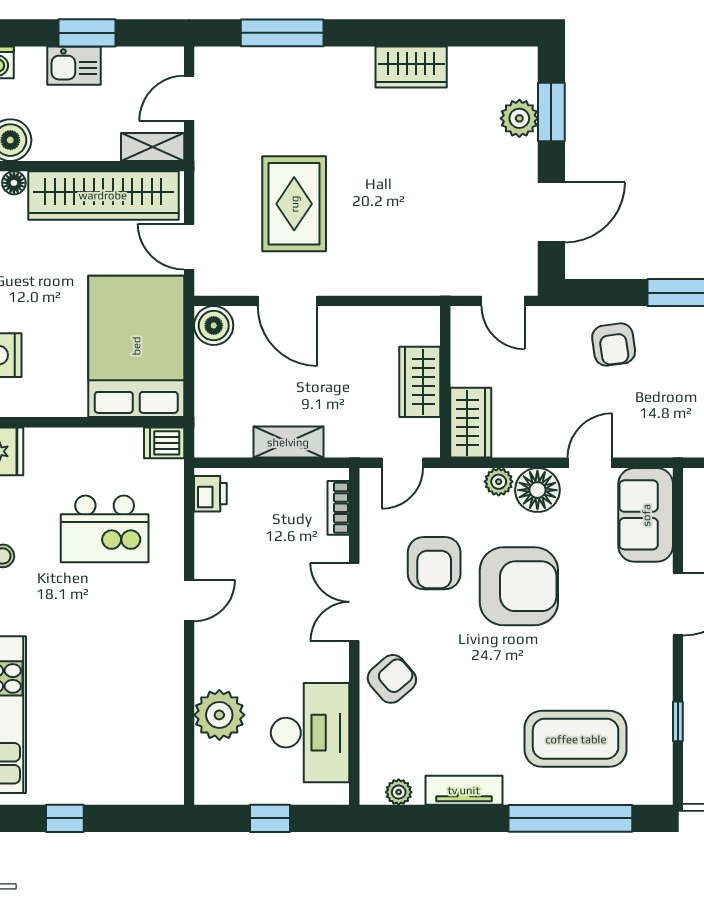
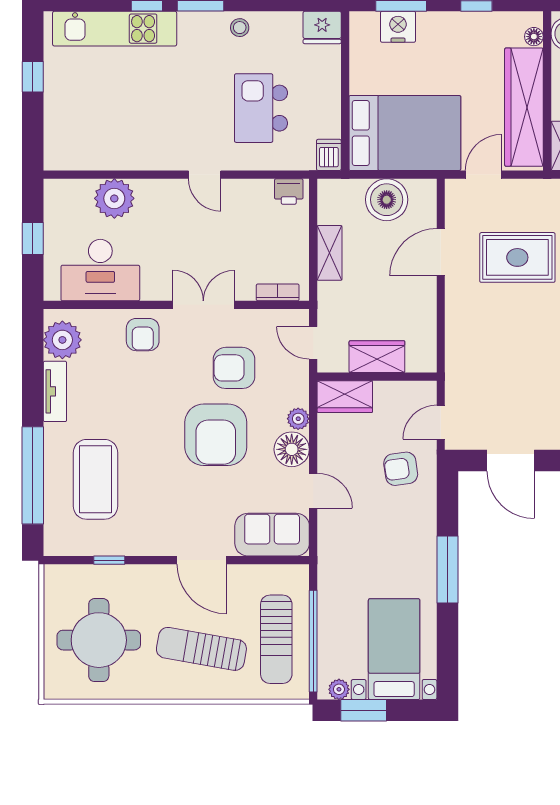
boiler: (214, 326) -> (387, 200), moved, width x1.37, depth x1.37
armchair: (614, 344) -> (401, 469), moved
armchair: (392, 679) -> (143, 335), turned 41
plant: (399, 792) -> (62, 340), width x1.88, depth x1.88

